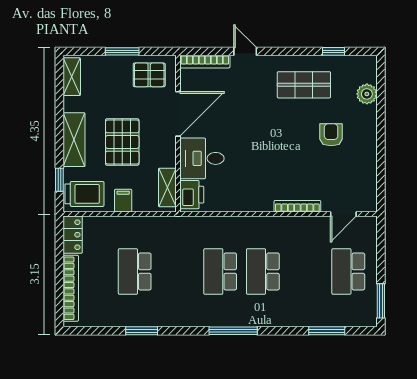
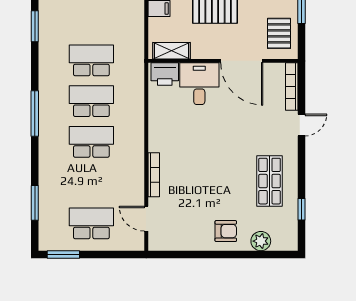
armchair: (331, 135) -> (226, 231), moved
school desk: (135, 271) -> (91, 60), moved

